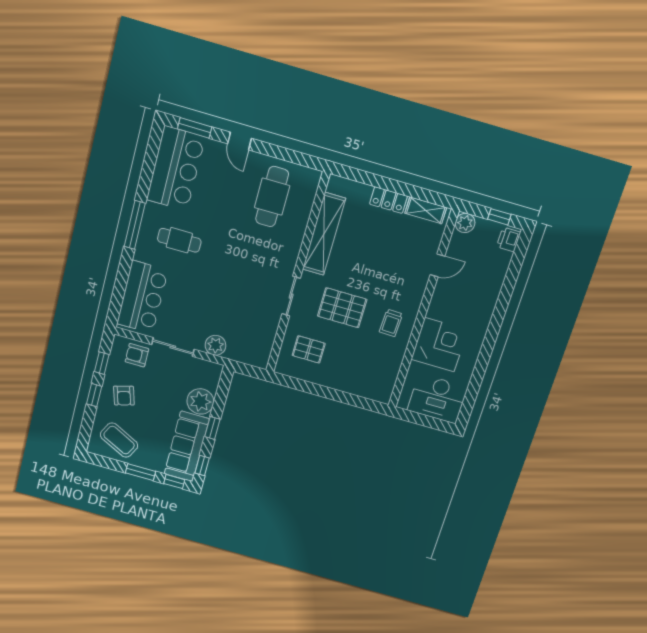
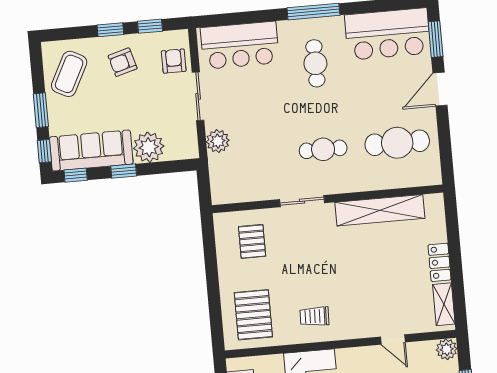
door: (239, 141) -> (440, 89), width x1.37
cafe table: (254, 262) -> (323, 149), added
pallet: (342, 308) -> (253, 315), moved

